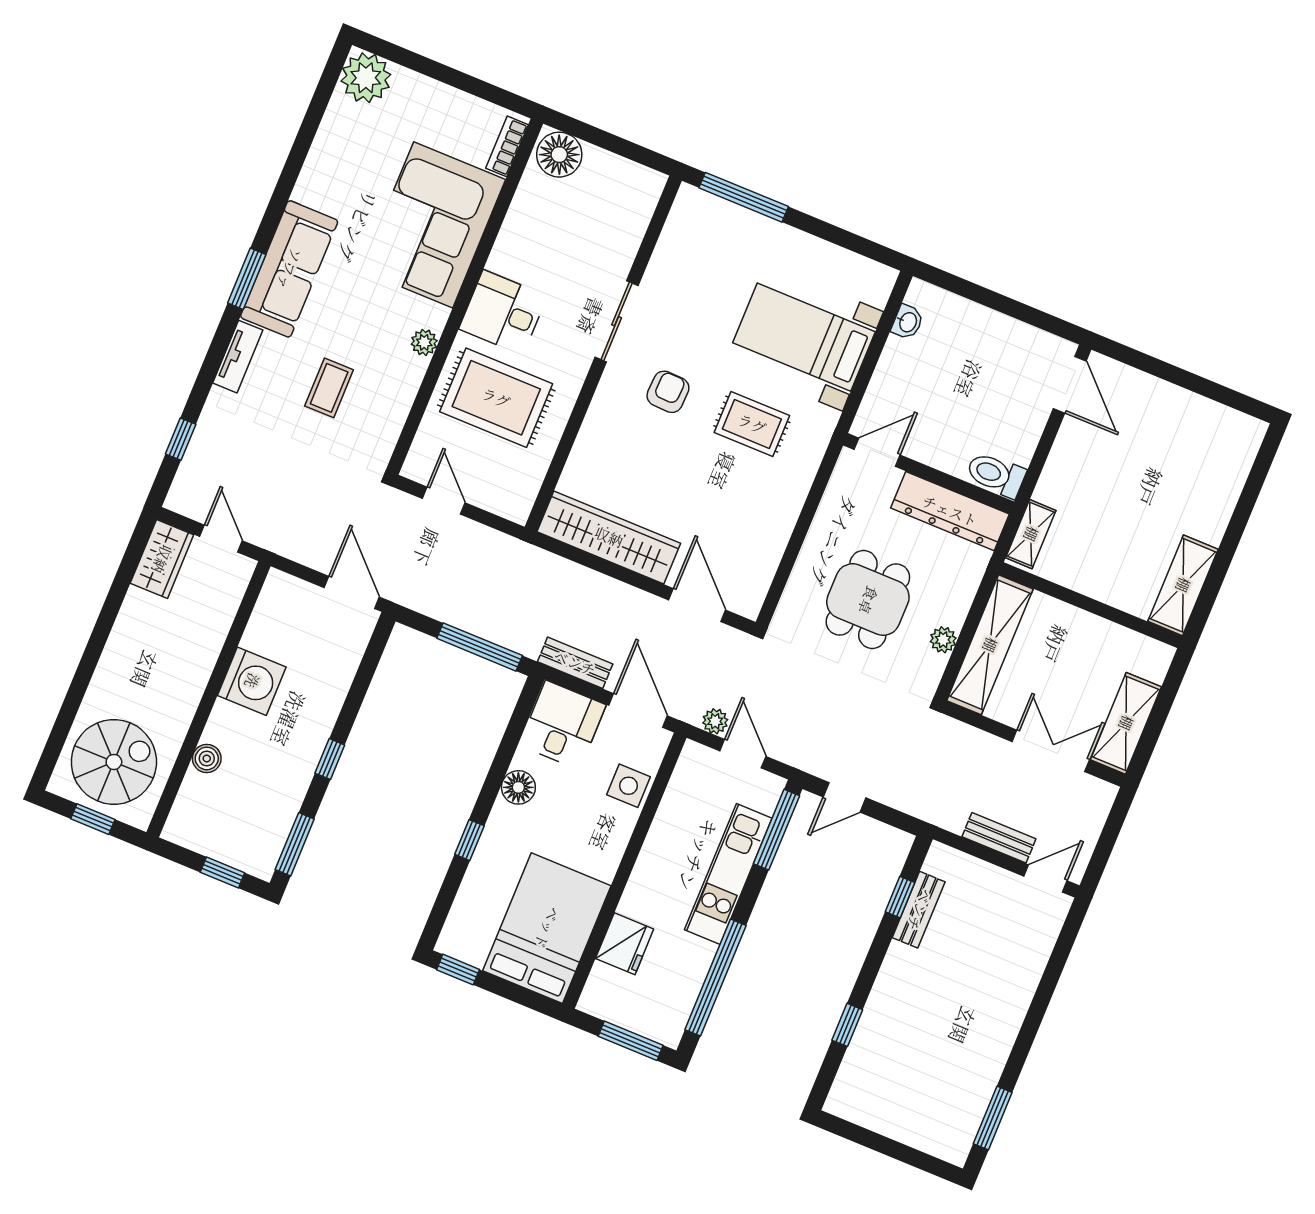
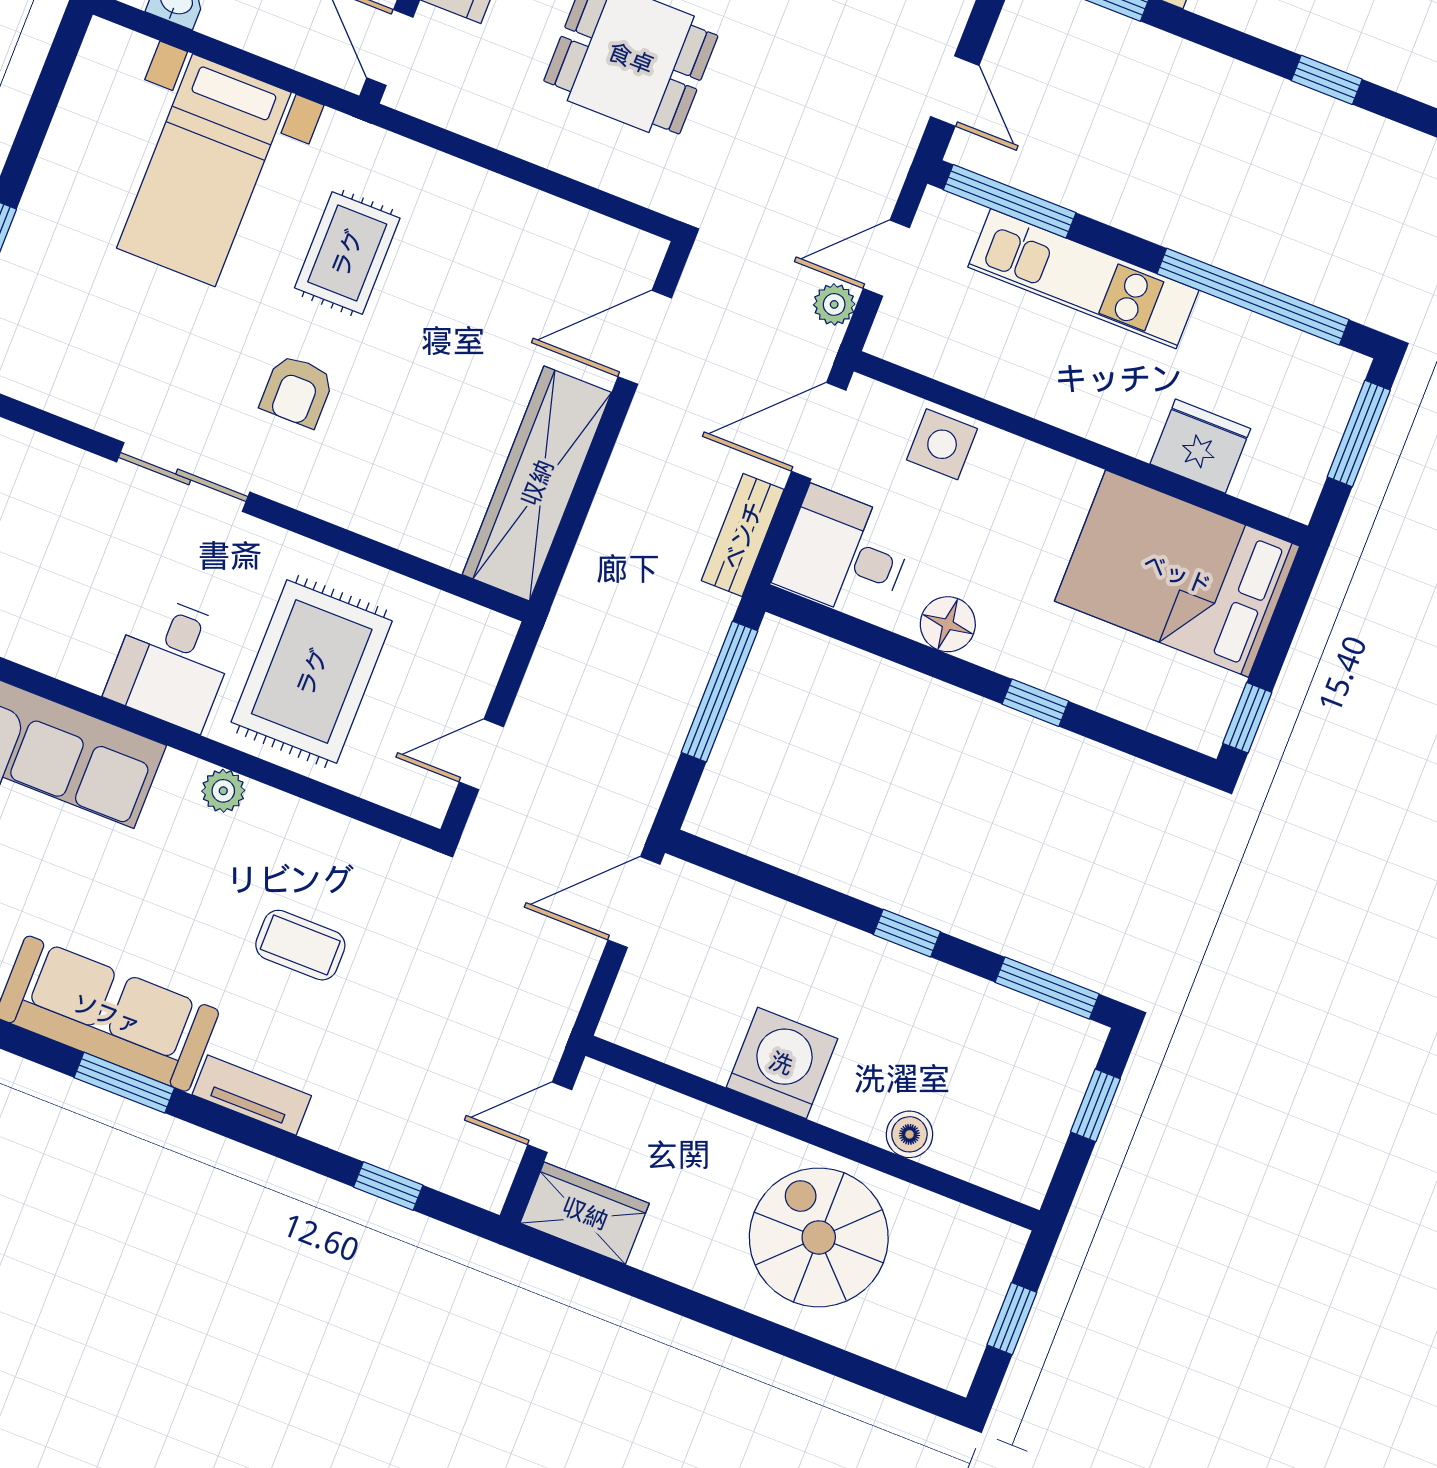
armchair: (668, 392) -> (297, 391), turned -92
spiral stairs: (114, 762) -> (819, 1237), moved

